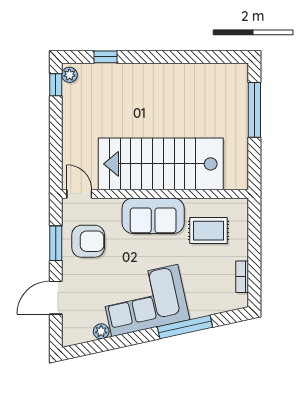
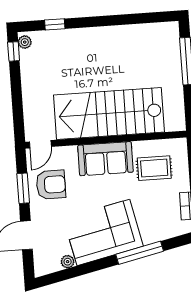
door: (79, 194) -> (40, 144), swing flipped

